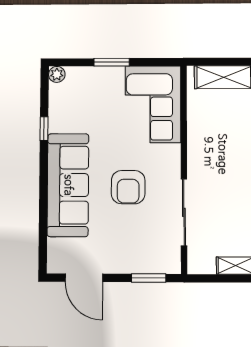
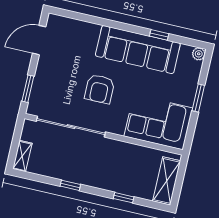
sofa: (68, 185) -> (138, 50), moved
armchair: (128, 187) -> (100, 89), turned -90
sliding door: (184, 212) -> (71, 127), width x1.36

